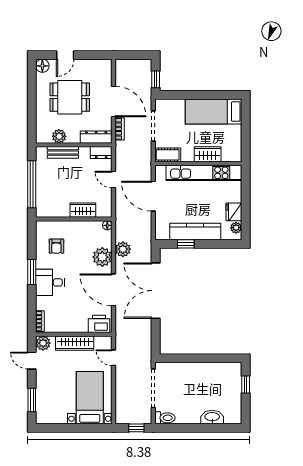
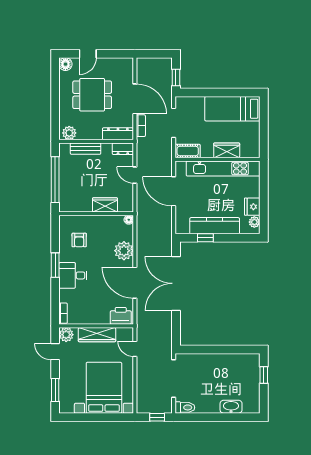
plant: (59, 136) -> (69, 133), moved
plant: (123, 249) -> (144, 243), removed
bed with nightstands: (90, 398) -> (104, 388), width x1.36

